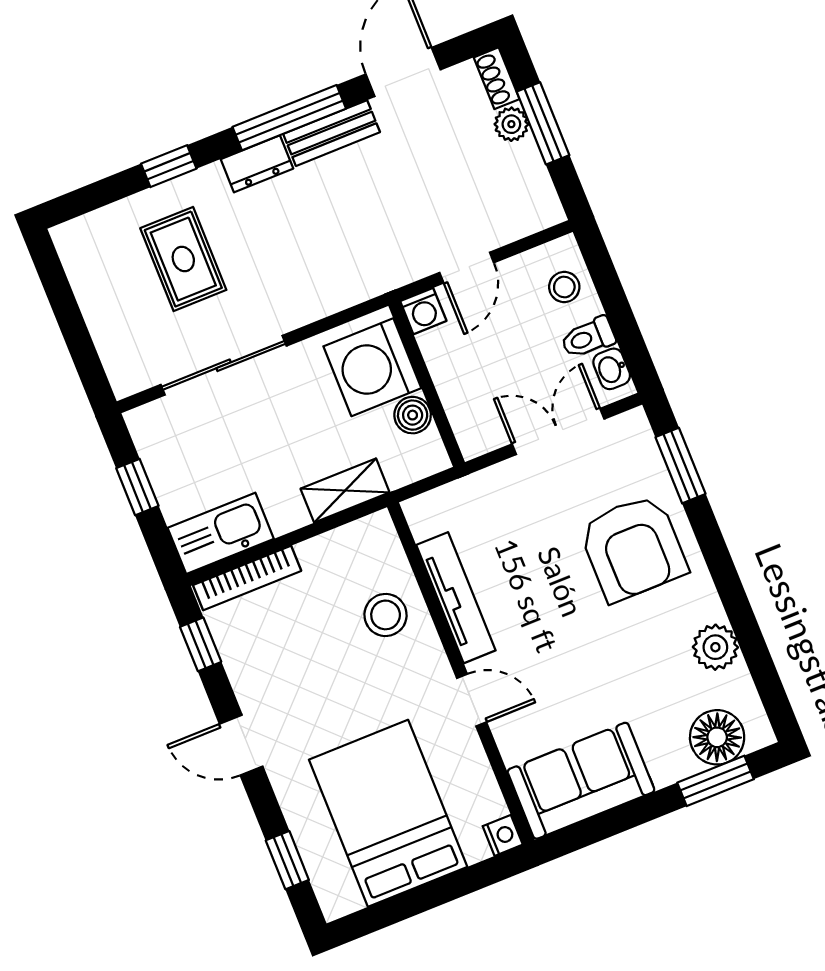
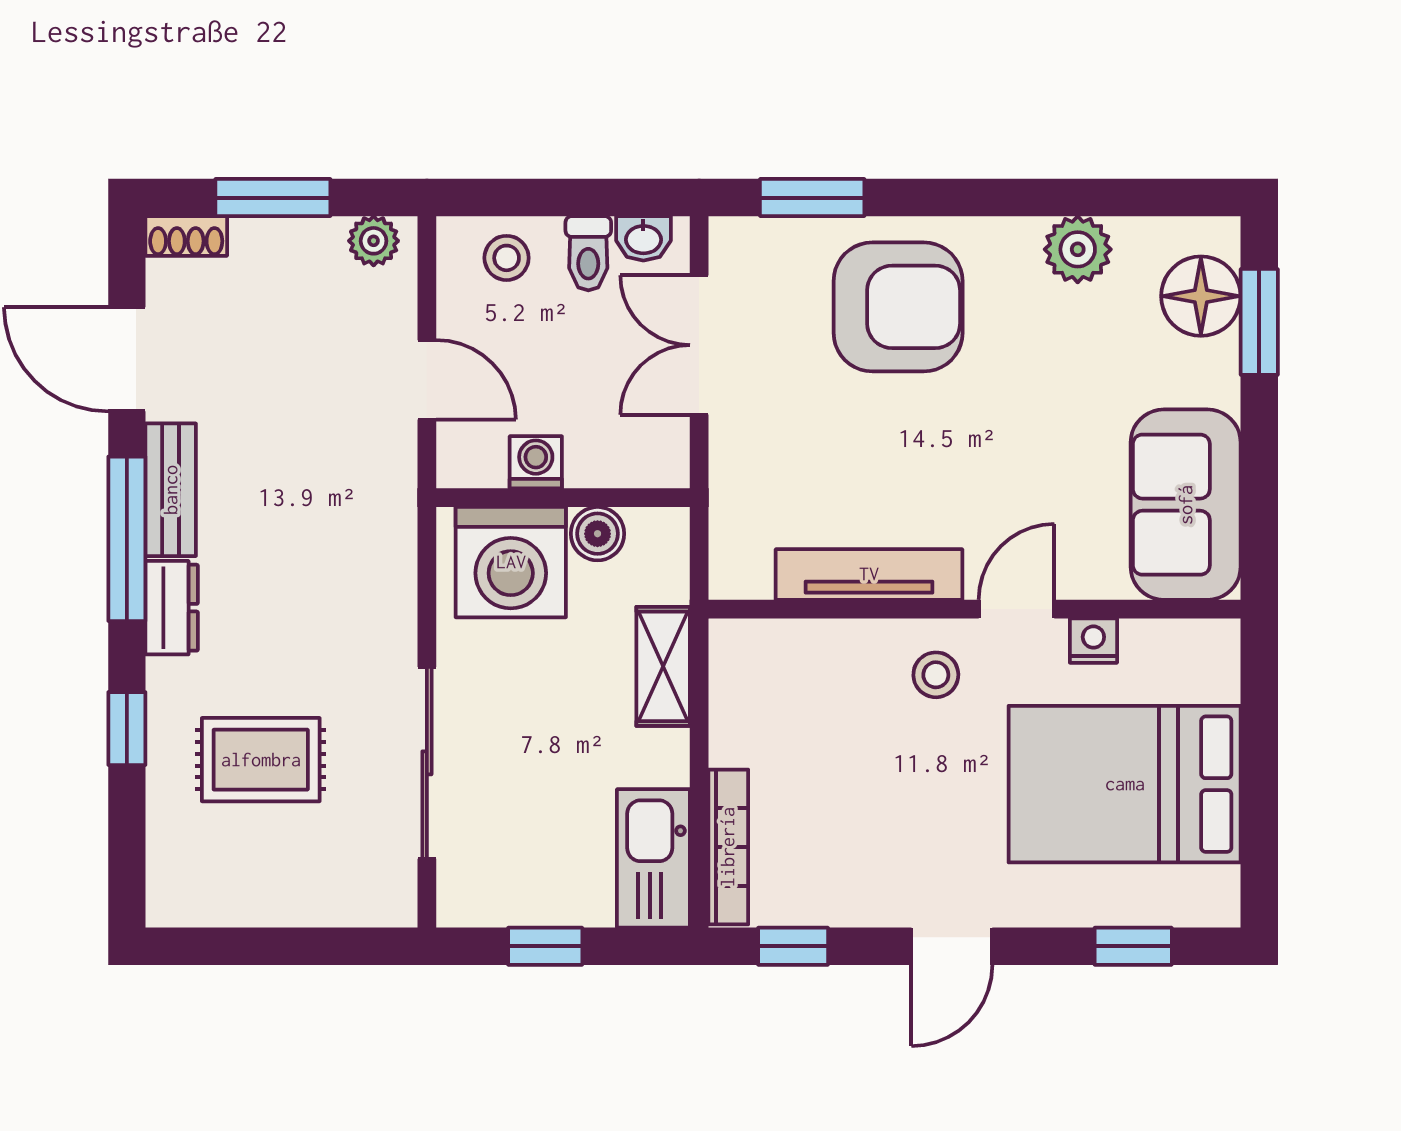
plant: (511, 124) -> (374, 241), moved
washing machine: (423, 311) -> (536, 462), moved, turned -90
stool: (386, 615) -> (936, 675), moved, width x0.73, depth x0.73
nightstand: (503, 835) -> (1093, 641), moved

